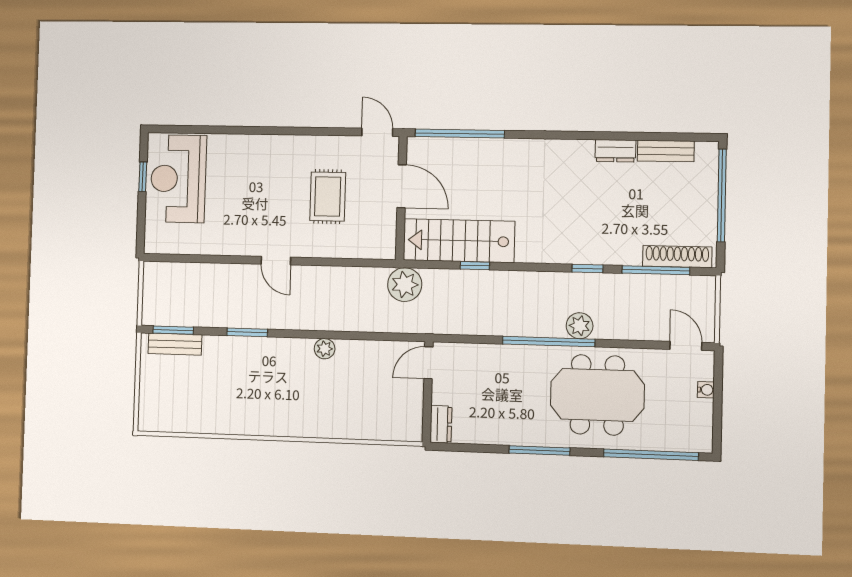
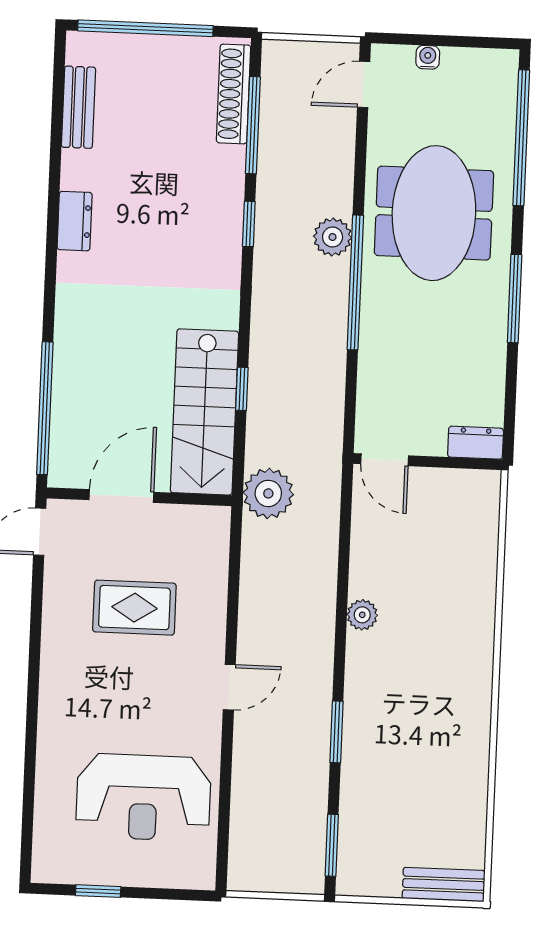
dresser: (615, 151) -> (75, 221), moved
reception desk: (178, 179) -> (143, 797), moved
bench: (175, 344) -> (444, 884), moved, turned 90

